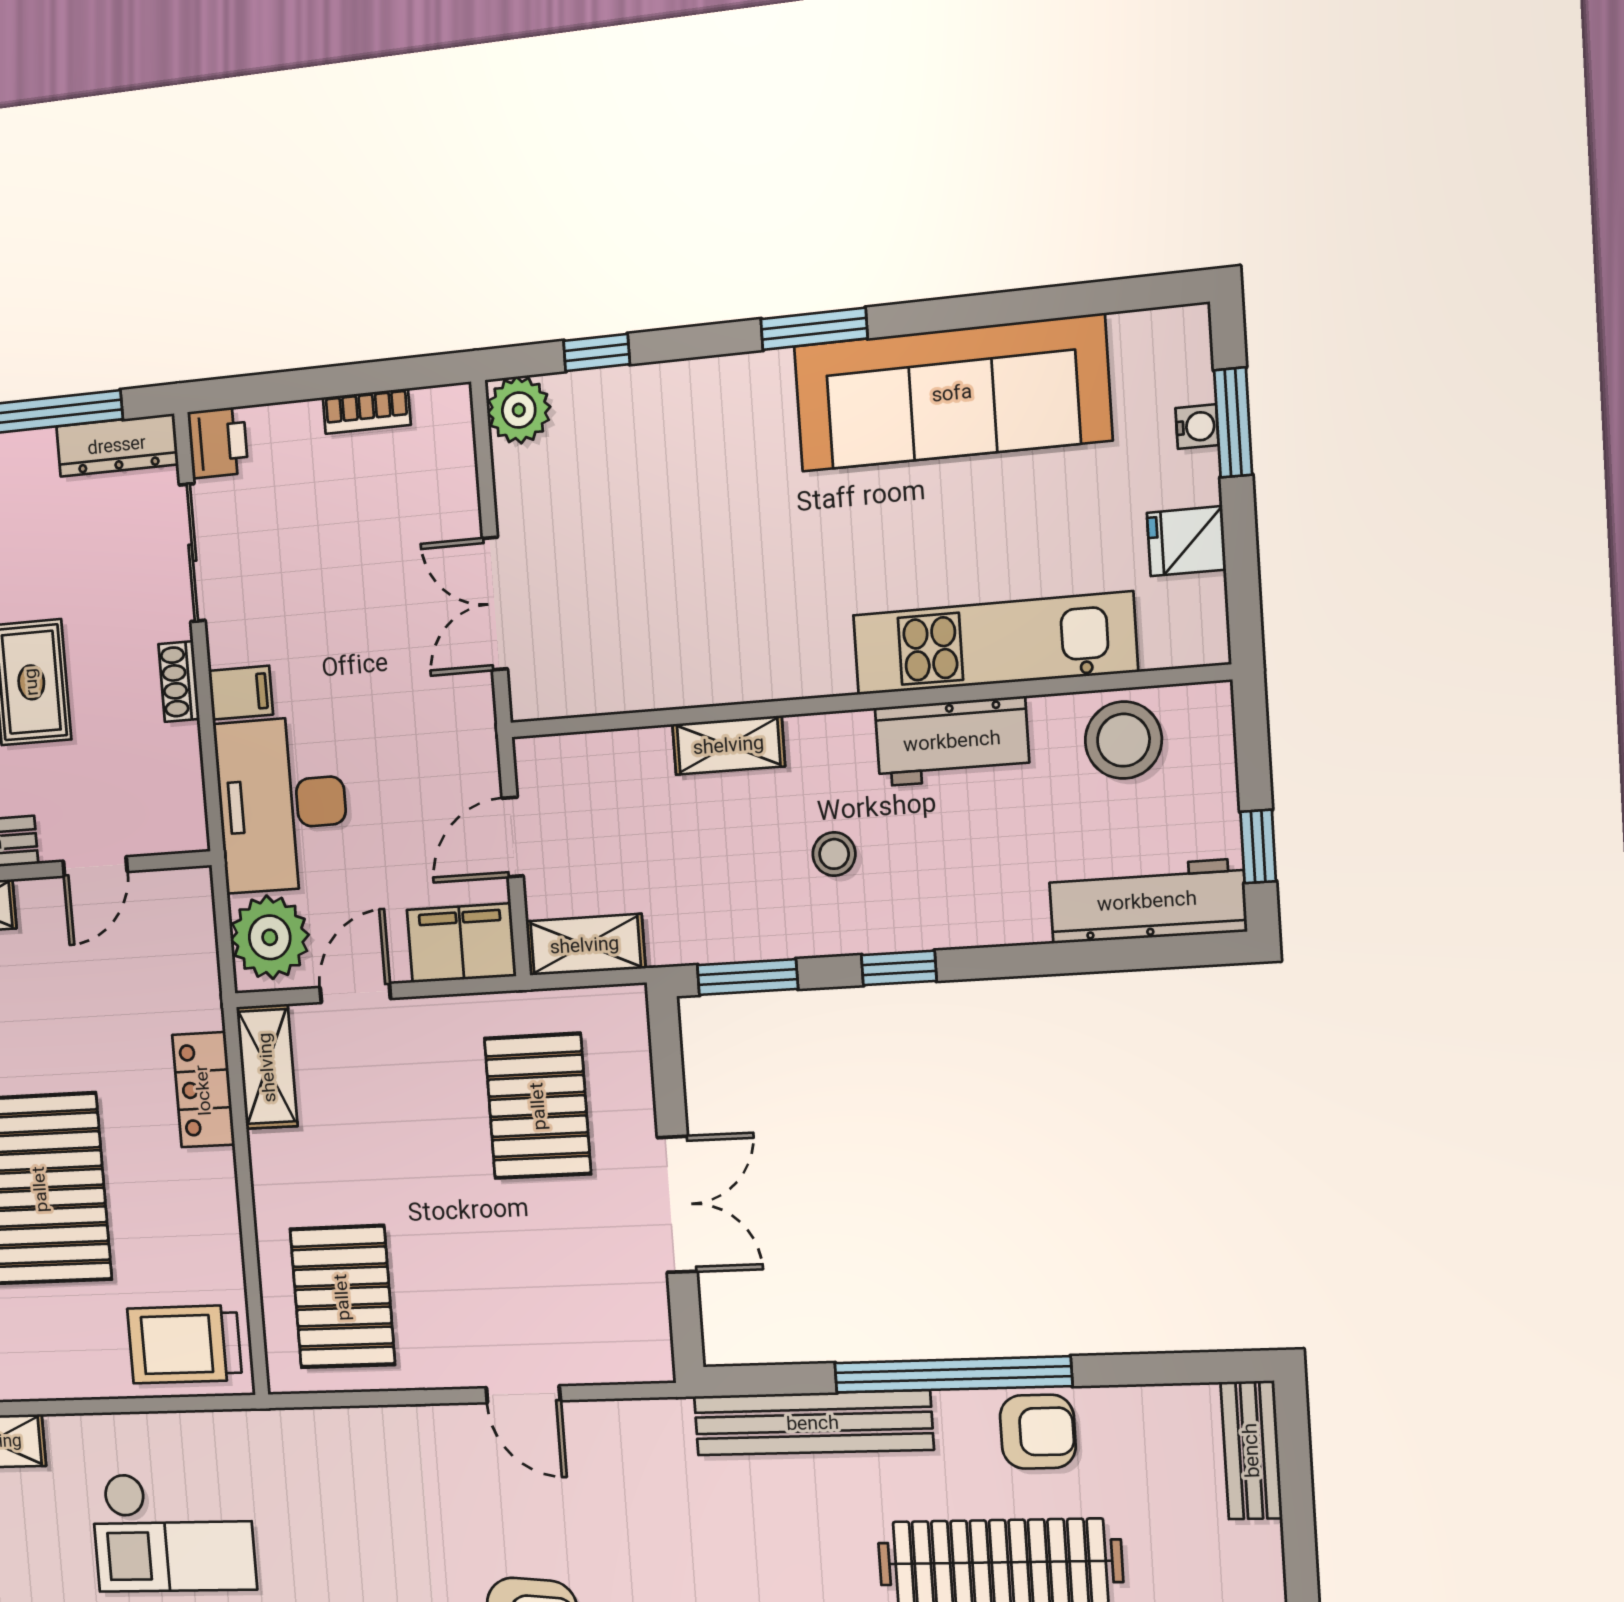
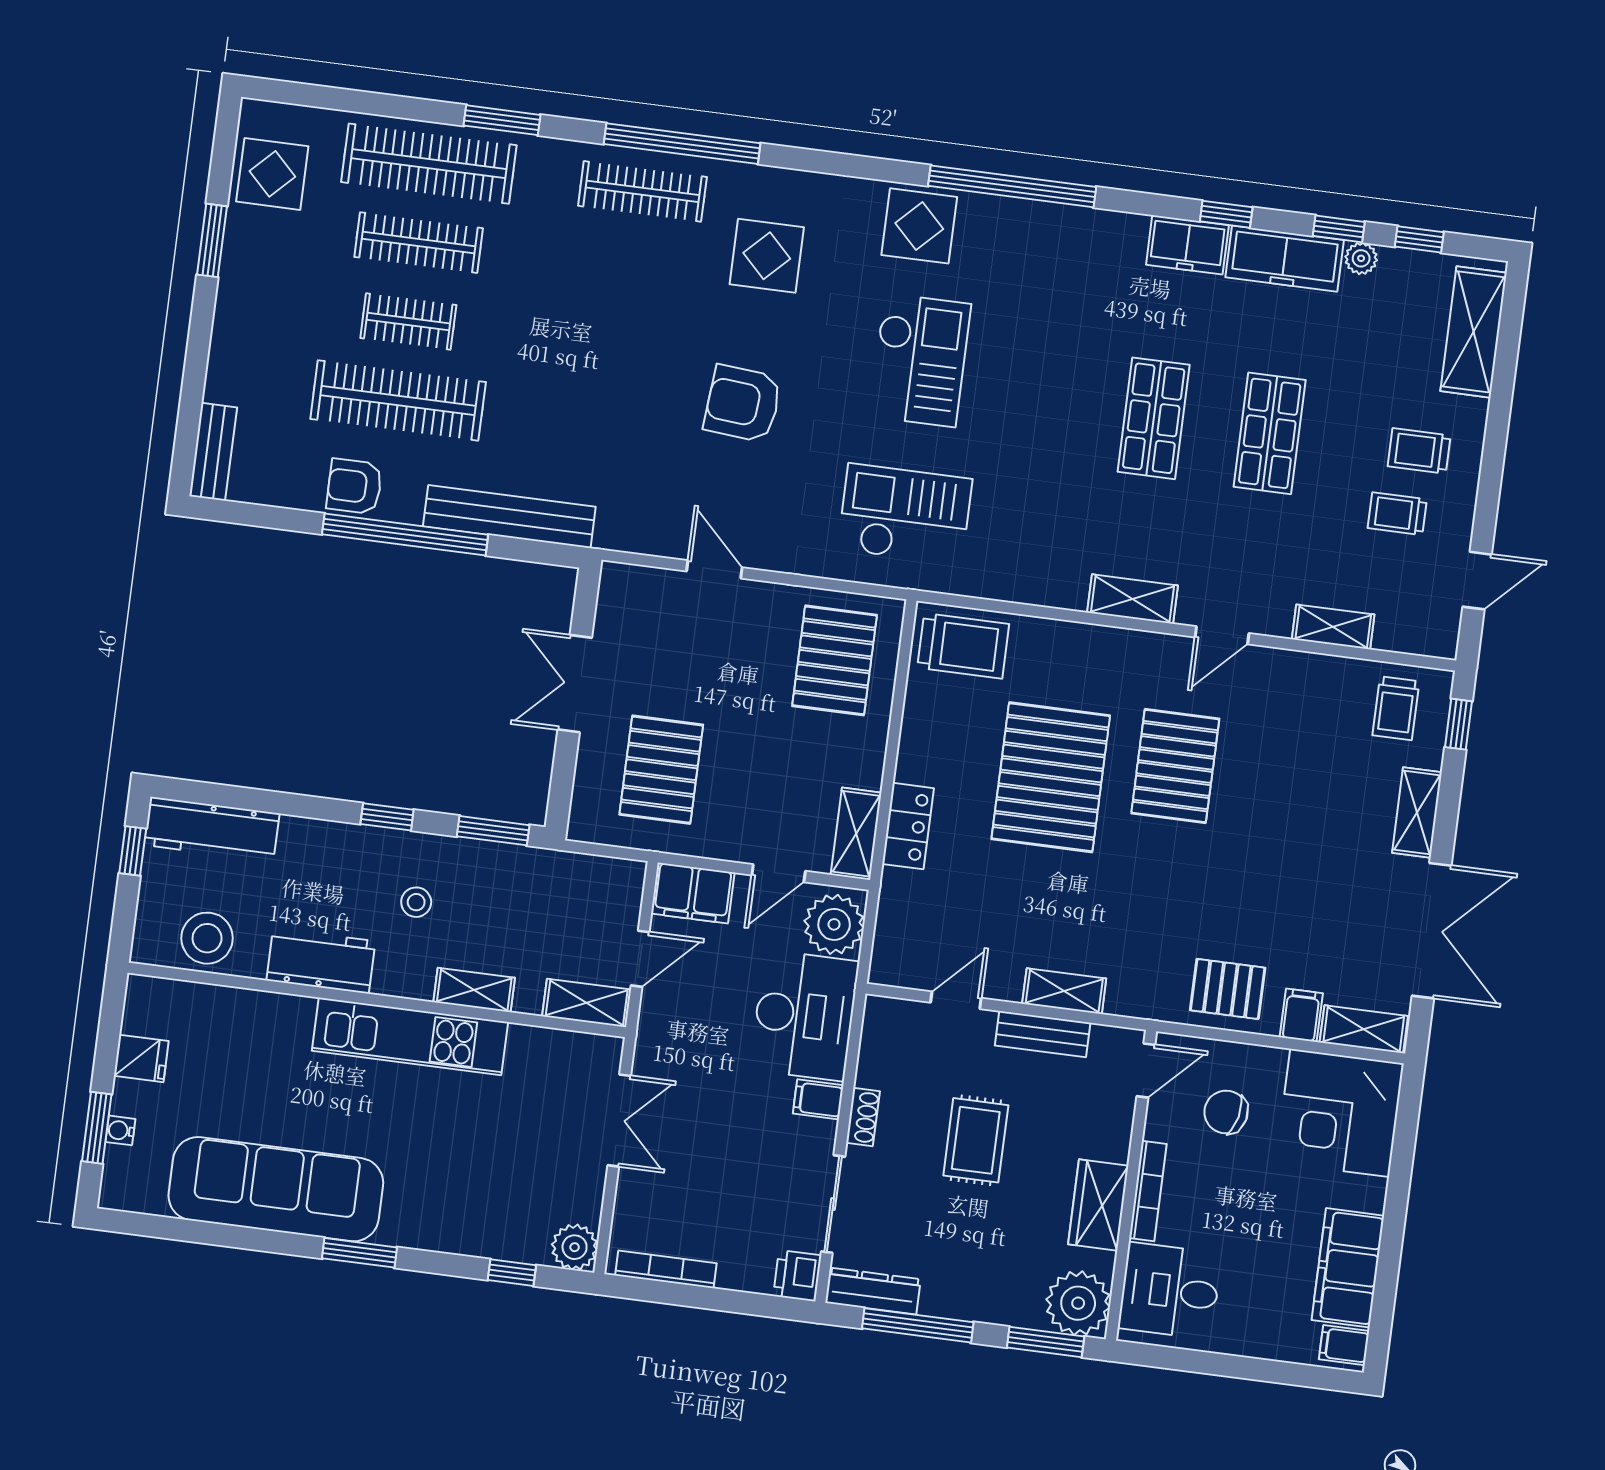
bookcase: (367, 411) -> (666, 1269), width x1.56
kitchen unit: (995, 643) -> (410, 1036), moved
shelving: (585, 945) -> (587, 1003), moved
checkout: (173, 1532) -> (905, 514), moved

